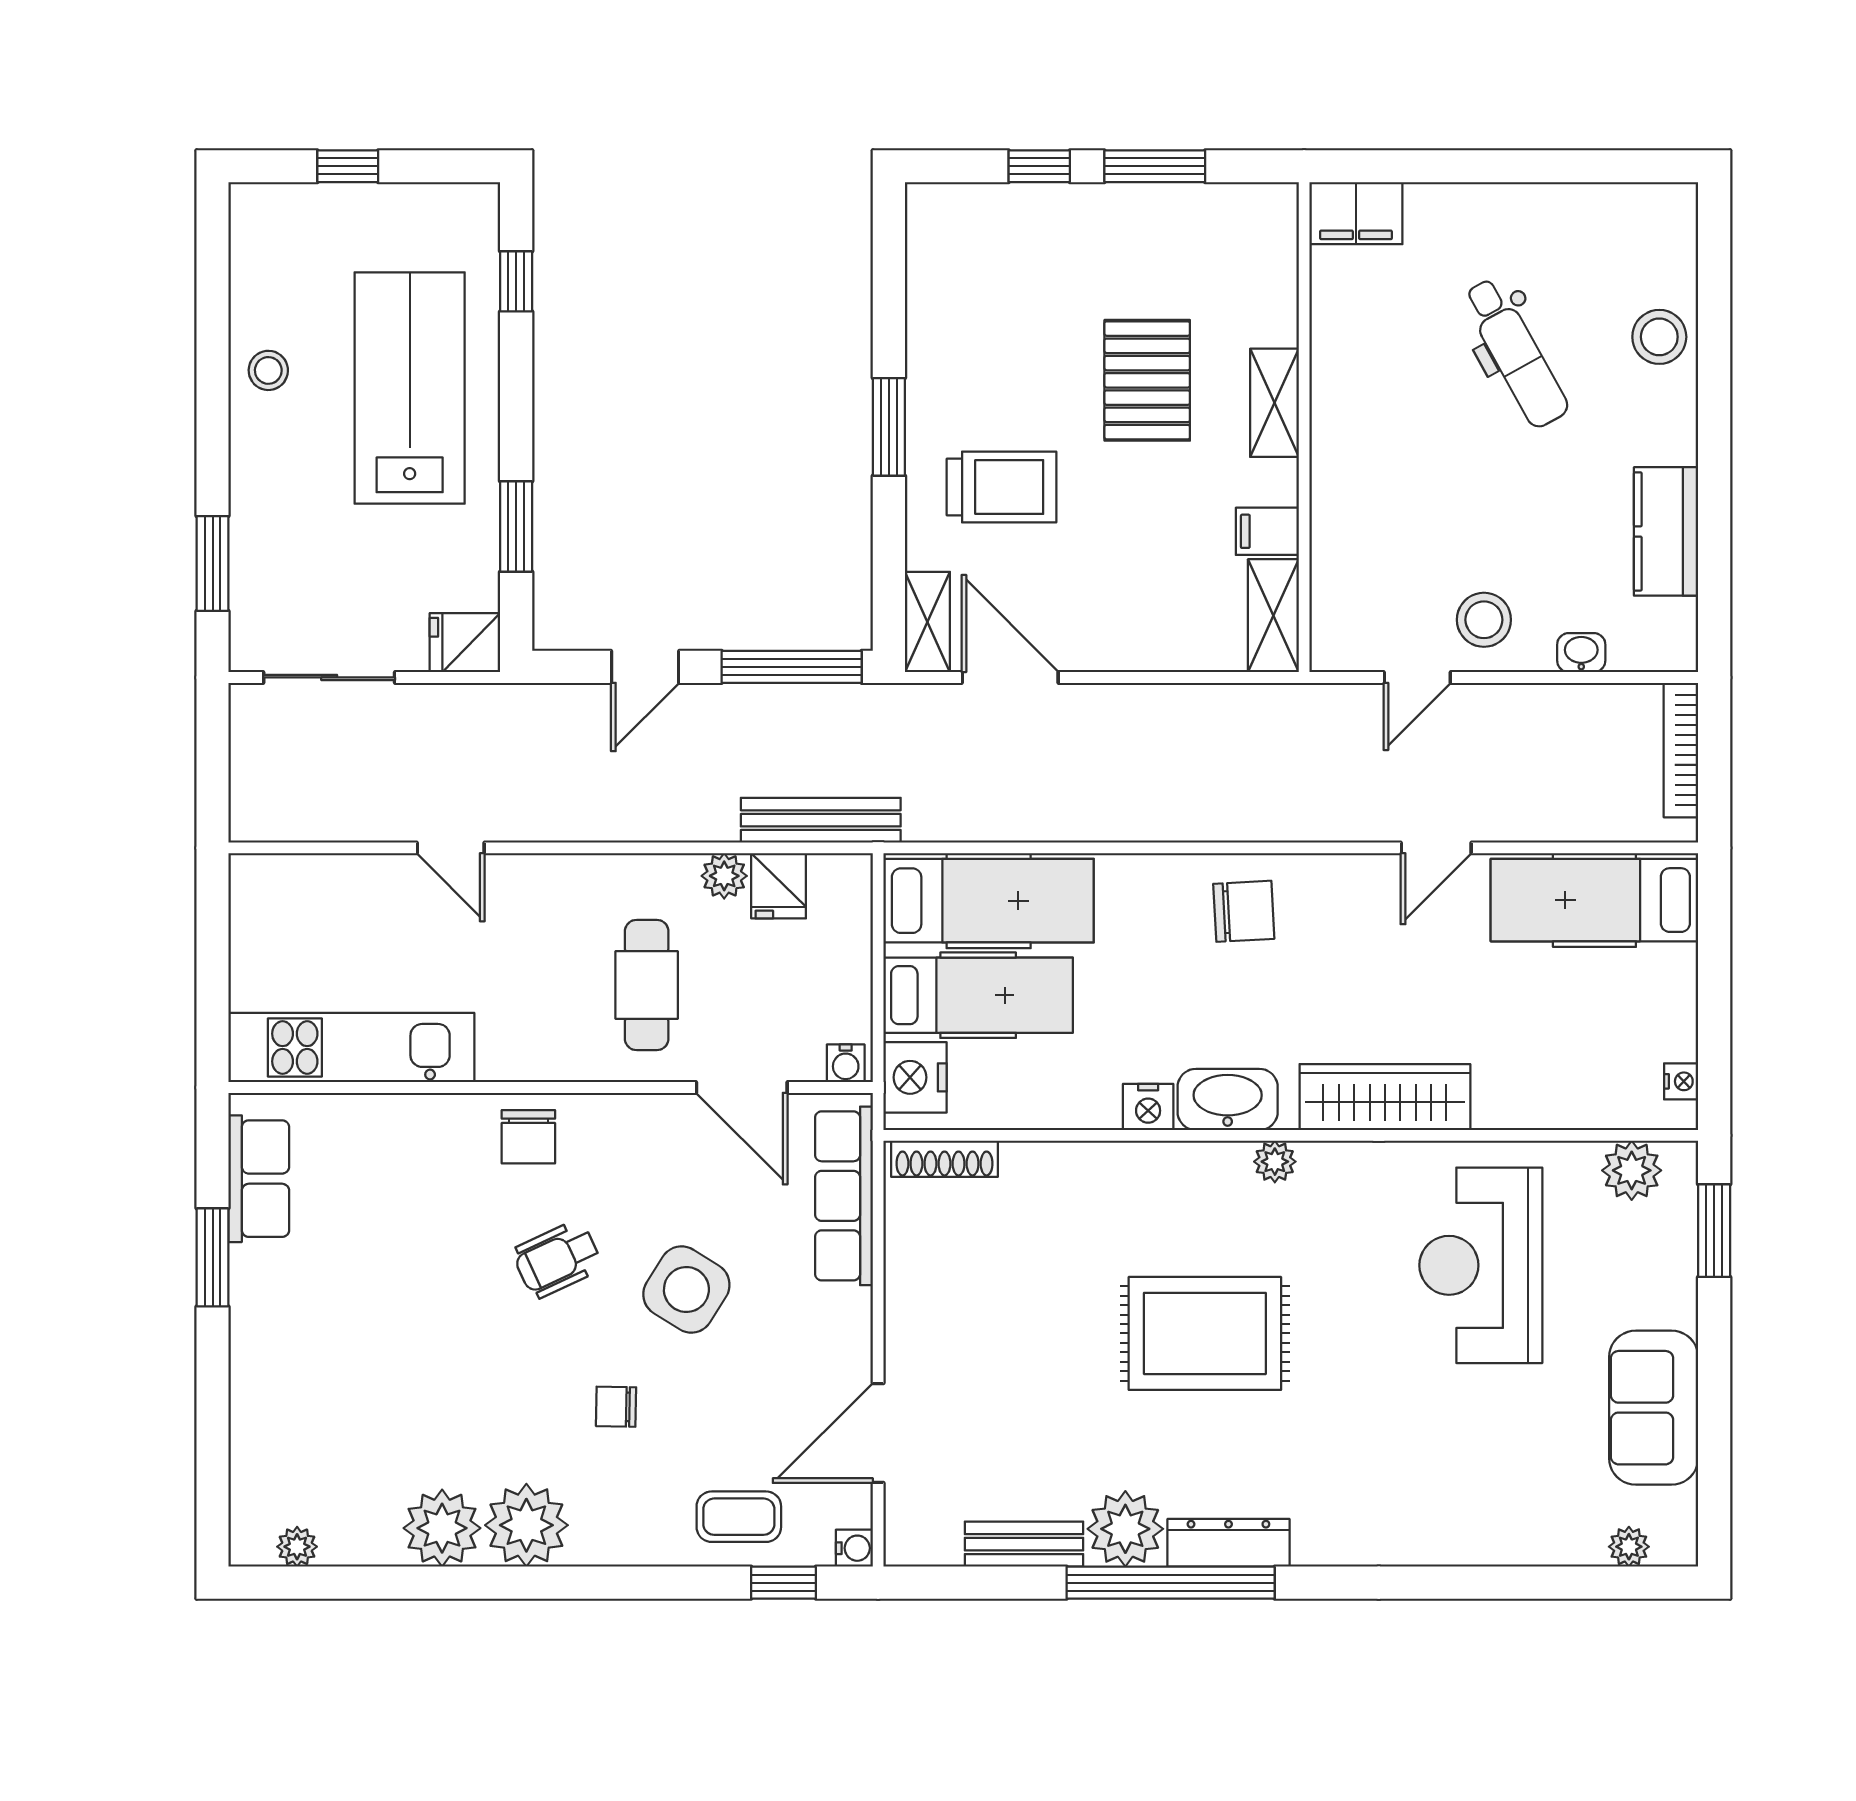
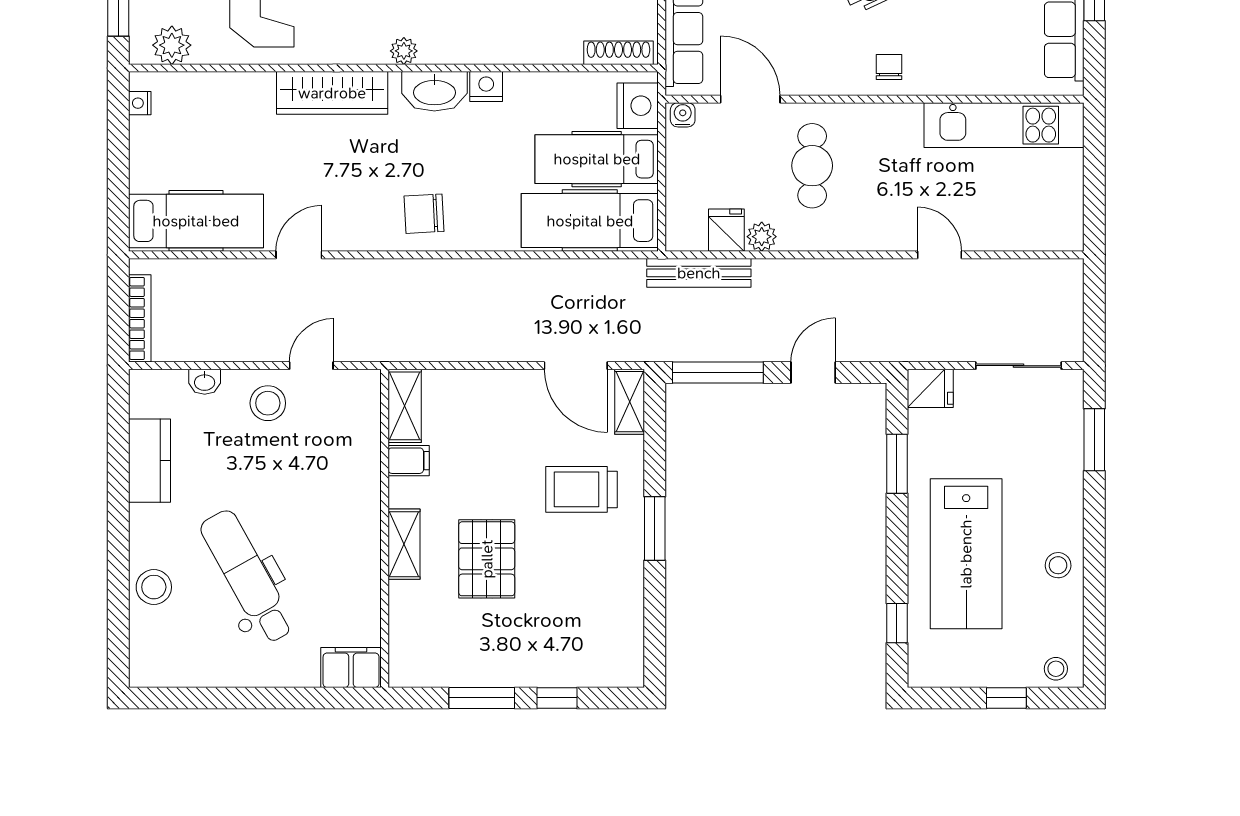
stool: (272, 211) -> (1056, 669), added
dental chair: (1515, 353) -> (247, 577), width x1.36, depth x1.38
chair: (528, 1137) -> (889, 67), width x0.73, depth x0.73

